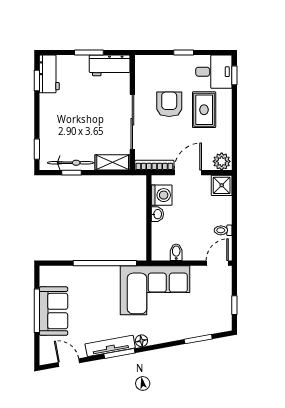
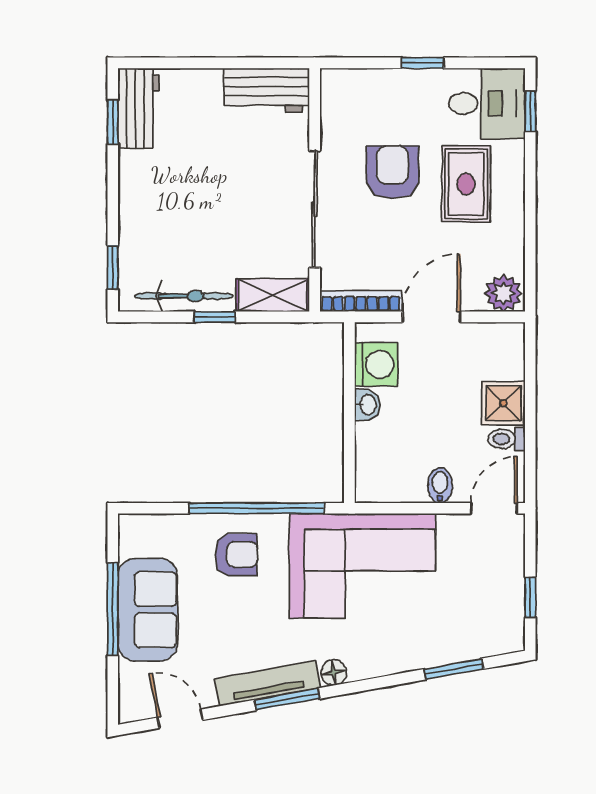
window: (89, 53) -> (223, 63), removed
window: (72, 173) -> (214, 317), moved
shower: (222, 185) -> (503, 403), moved
bidet: (176, 252) -> (440, 485), moved
armchair: (95, 285) -> (236, 555), added

